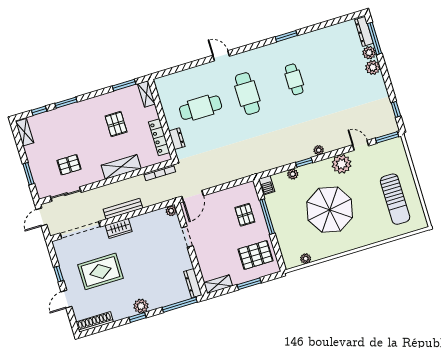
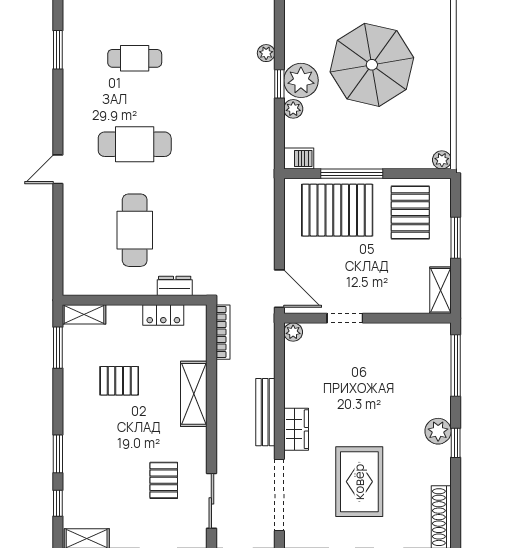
locker: (159, 137) -> (163, 315), width x0.66
plant: (342, 164) -> (301, 80), moved
pallet: (245, 215) -> (337, 210), width x2.05, depth x2.00
plant: (306, 259) -> (442, 160), moved
dresser: (193, 283) -> (426, 332), removed

